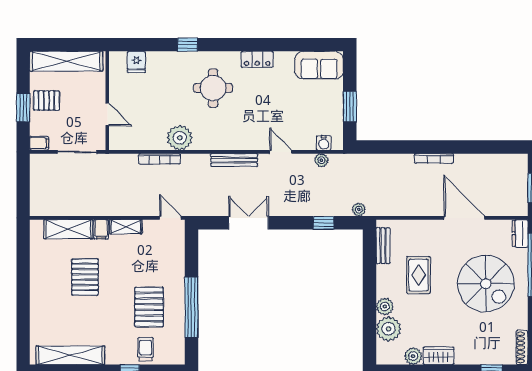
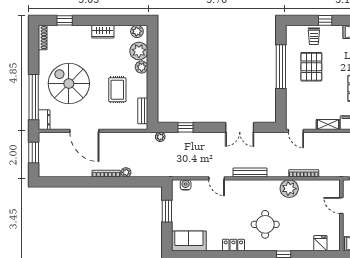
plant: (321, 160) -> (126, 172), moved
plant: (413, 356) -> (137, 31), moved

